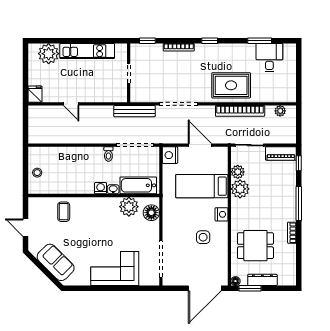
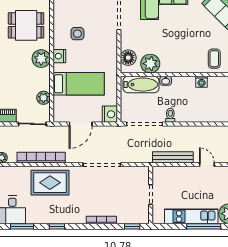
window: (74, 41) -> (204, 226), added
window: (210, 41) -> (57, 226), moved
bench: (135, 111) -> (173, 157), moved
door: (200, 145) -> (81, 124), hinge flipped
washing machine: (101, 188) -> (202, 82), moved
plant: (240, 189) -> (41, 59), moved

